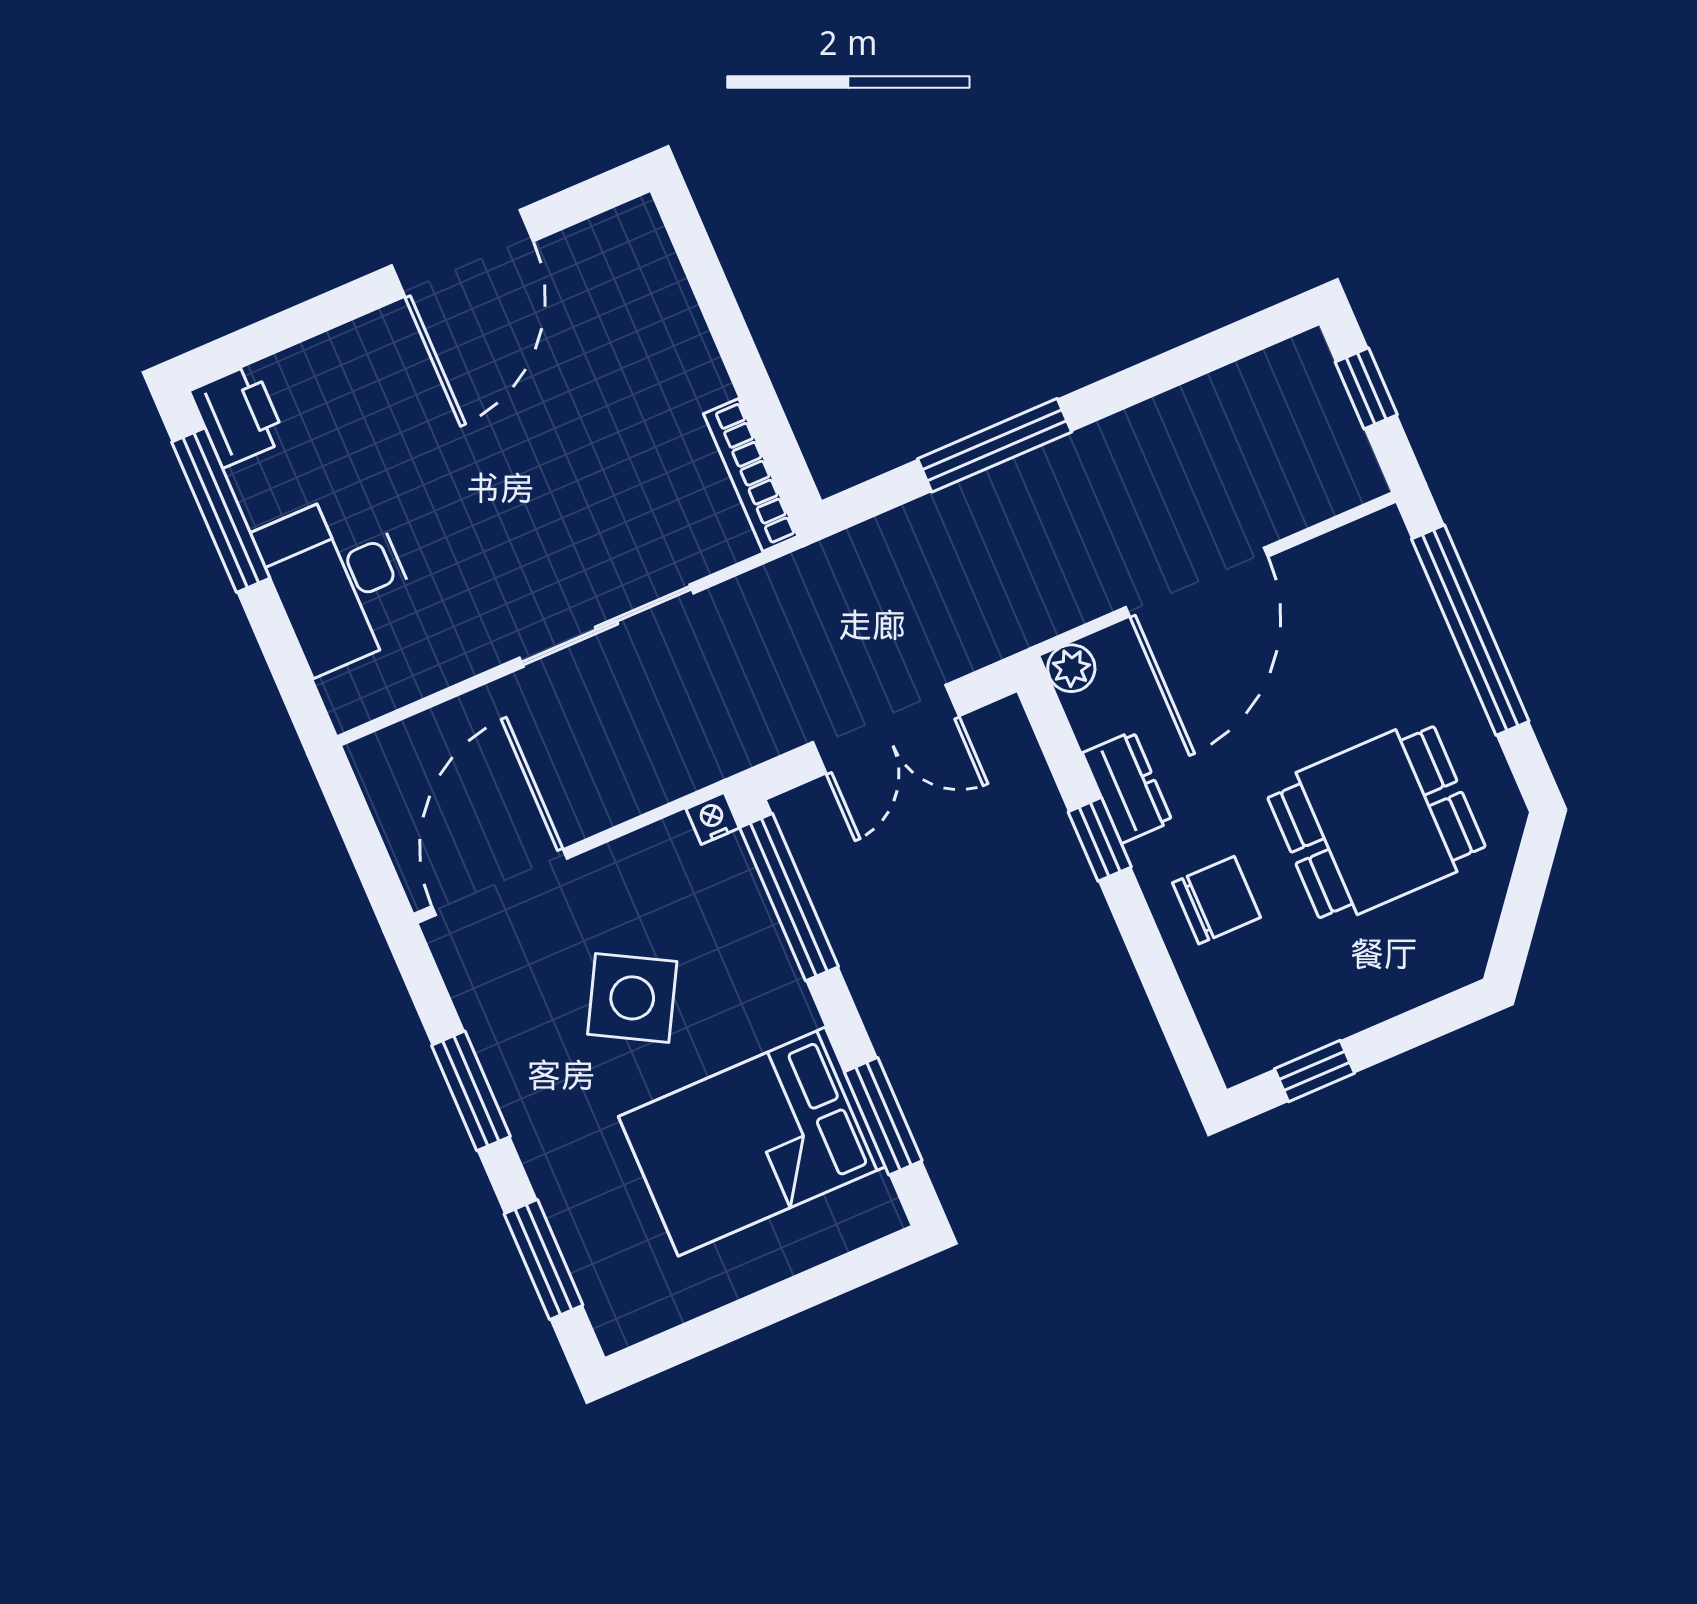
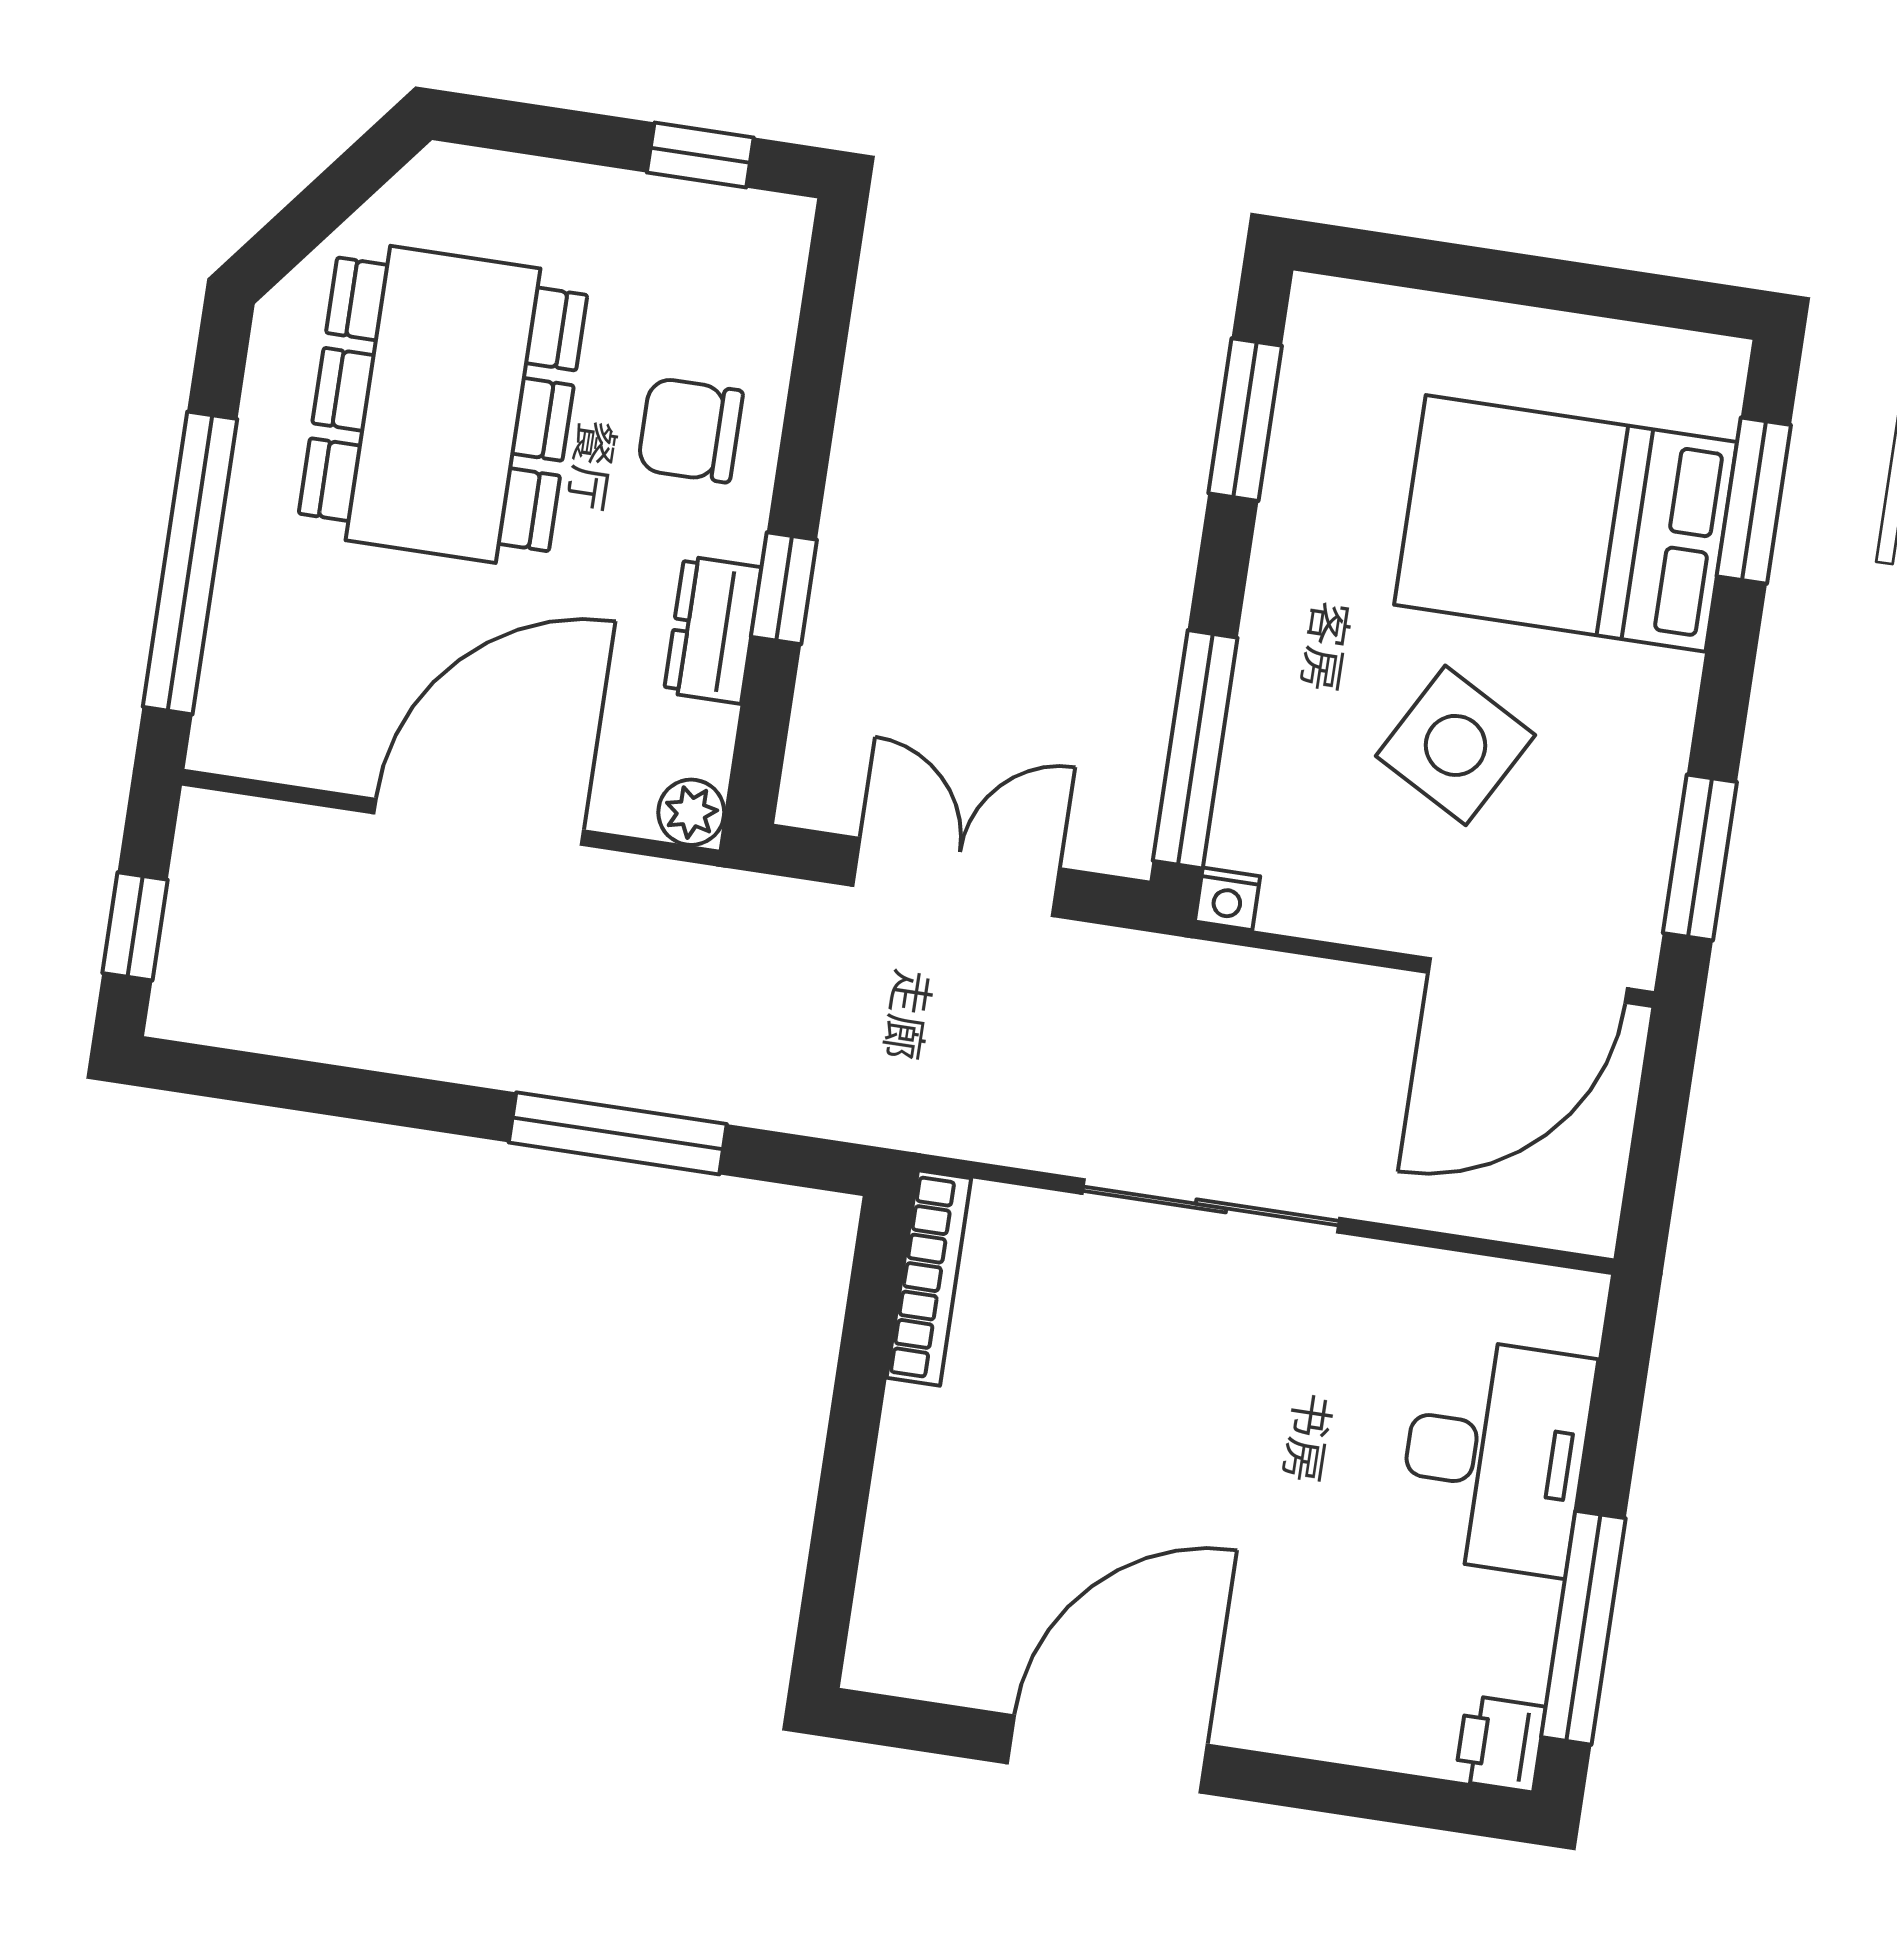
printer: (238, 416) -> (1500, 1744), width x0.73, depth x0.81
dining table: (1376, 822) -> (443, 404), width x1.38
window: (471, 1091) -> (1700, 857), moved
bed: (752, 1142) -> (1566, 523), moved, turned 180

